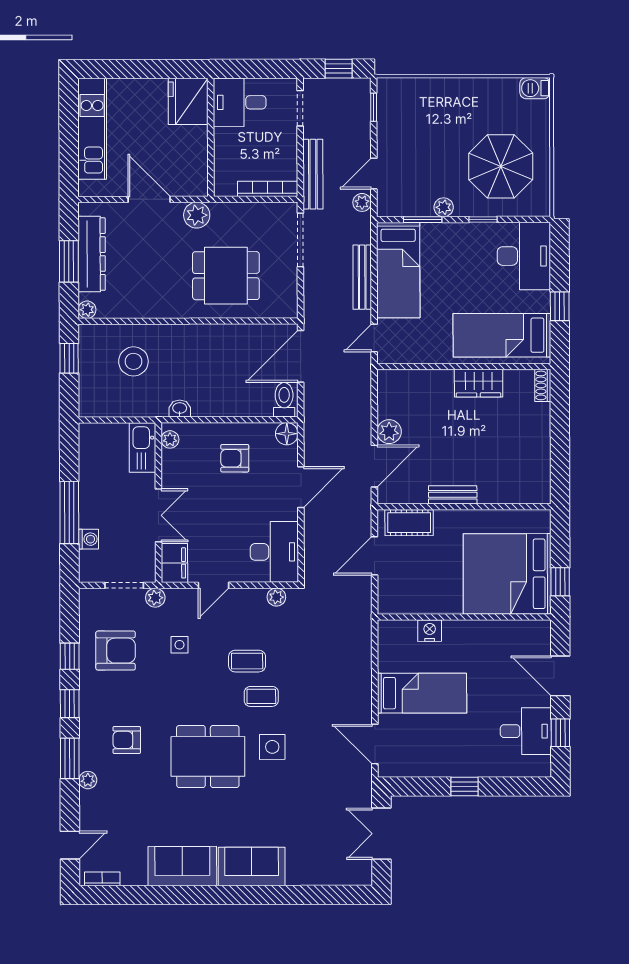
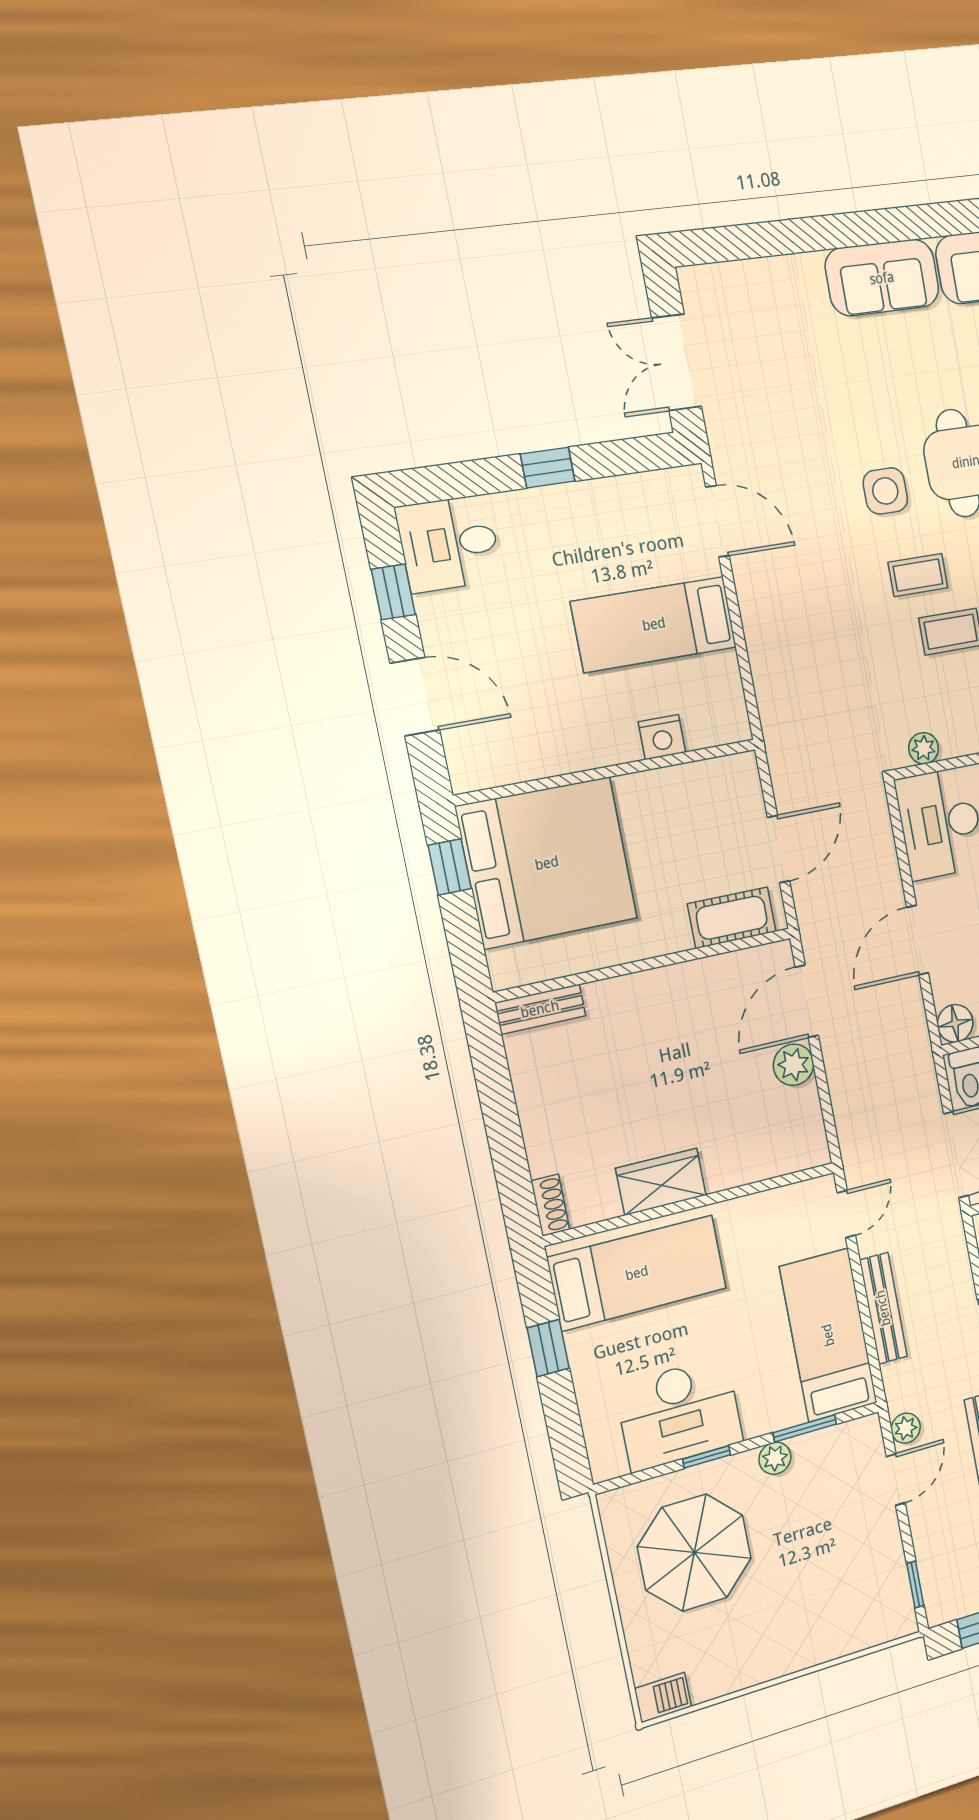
desk: (524, 256) -> (679, 1414), moved, turned -90
bench: (453, 495) -> (540, 1009), moved
desk: (526, 731) -> (449, 544), moved
double door: (381, 834) -> (677, 362), swing flipped

